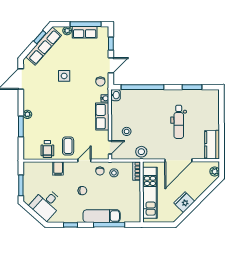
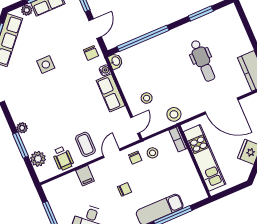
plant: (29, 142) -> (38, 159), added
door: (178, 160) -> (222, 106), hinge flipped

